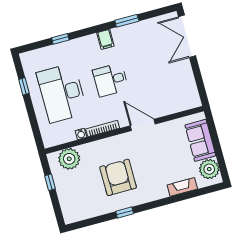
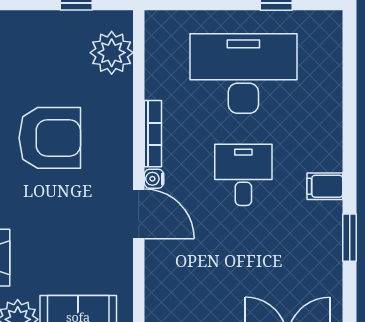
window: (60, 39) -> (350, 99), removed
door: (143, 125) -> (139, 214), hinge flipped
water cooler: (81, 134) -> (154, 179), moved

